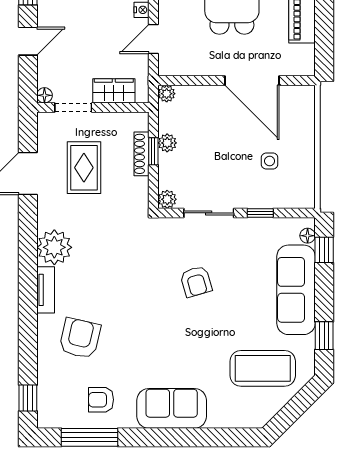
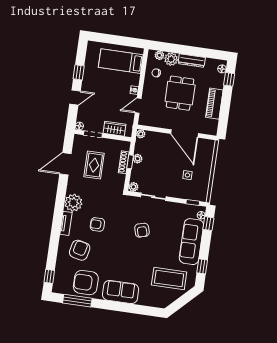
window: (260, 213) -> (193, 202), moved
armchair: (107, 283) -> (97, 224), added
armchair: (101, 400) -> (86, 283), width x1.88, depth x1.88

